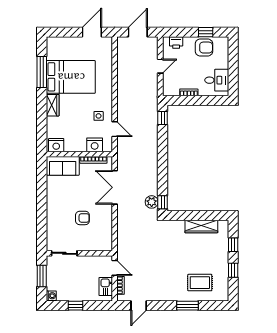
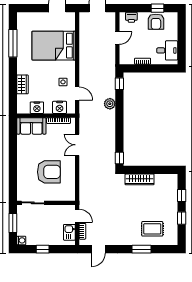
armchair: (204, 48) -> (156, 22), turned 90
bed: (71, 77) -> (54, 46), moved, turned 180
wardrobe: (53, 105) -> (22, 84), moved
nightstand: (56, 145) -> (37, 108), moved
double door: (115, 187) -> (77, 145), width x0.73
plant: (152, 202) -> (110, 104), moved
armchair: (82, 218) -> (49, 172), width x1.88, depth x1.88
wardrobe: (201, 227) -> (140, 179), moved

